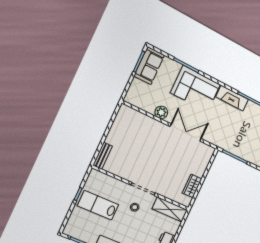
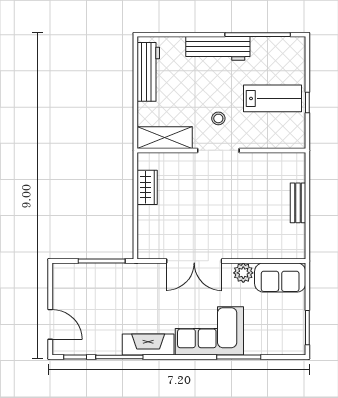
sofa: (149, 66) -> (280, 277), moved, turned -90
bench: (103, 156) -> (298, 203), moved

